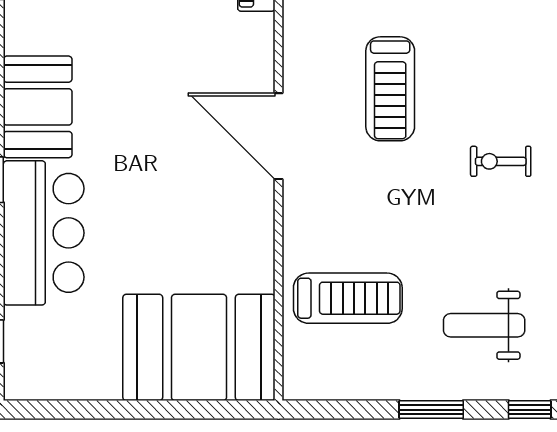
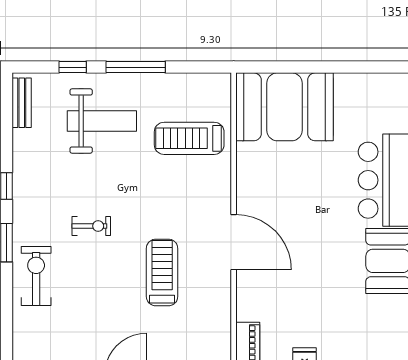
weight bench: (484, 325) -> (102, 121), width x1.36, depth x1.33
window: (431, 410) -> (136, 67), width x1.44

